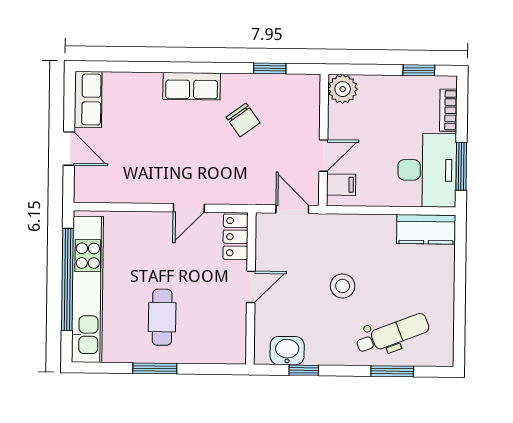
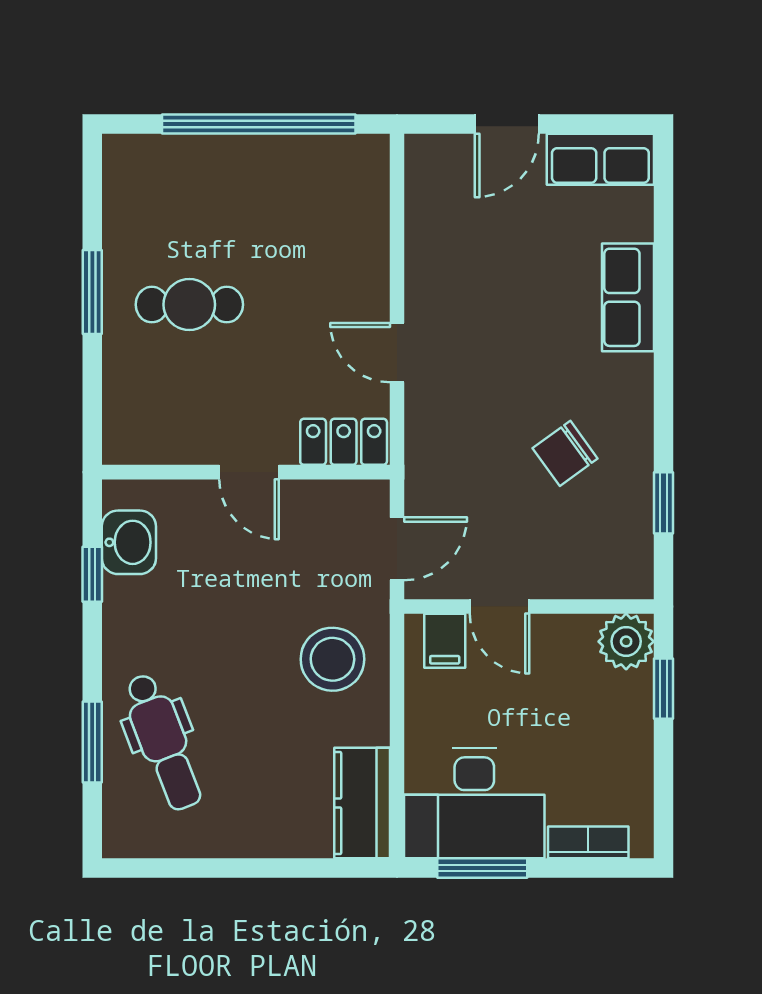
window: (419, 70) -> (663, 689), moved
row of seats: (192, 86) -> (628, 297), moved
stool: (343, 286) -> (332, 659), moved, width x1.38, depth x1.38
kitchen unit: (87, 289) -> (240, 162), removed

